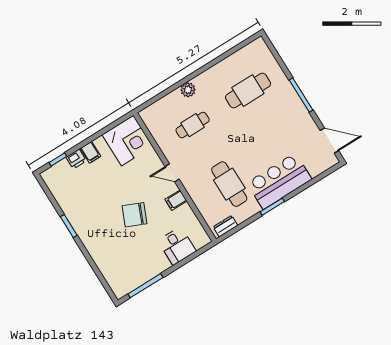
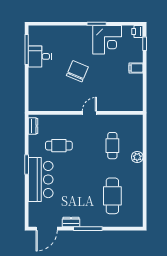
dresser: (305, 118) -> (71, 222), added
corner desk: (128, 140) -> (107, 40), moved, turned -90
printer: (76, 159) -> (137, 31), moved
cafe table: (229, 184) -> (59, 146), width x0.73, depth x0.74
filing cabinet: (176, 200) -> (70, 104), removed
desk: (177, 246) -> (40, 56), moved

